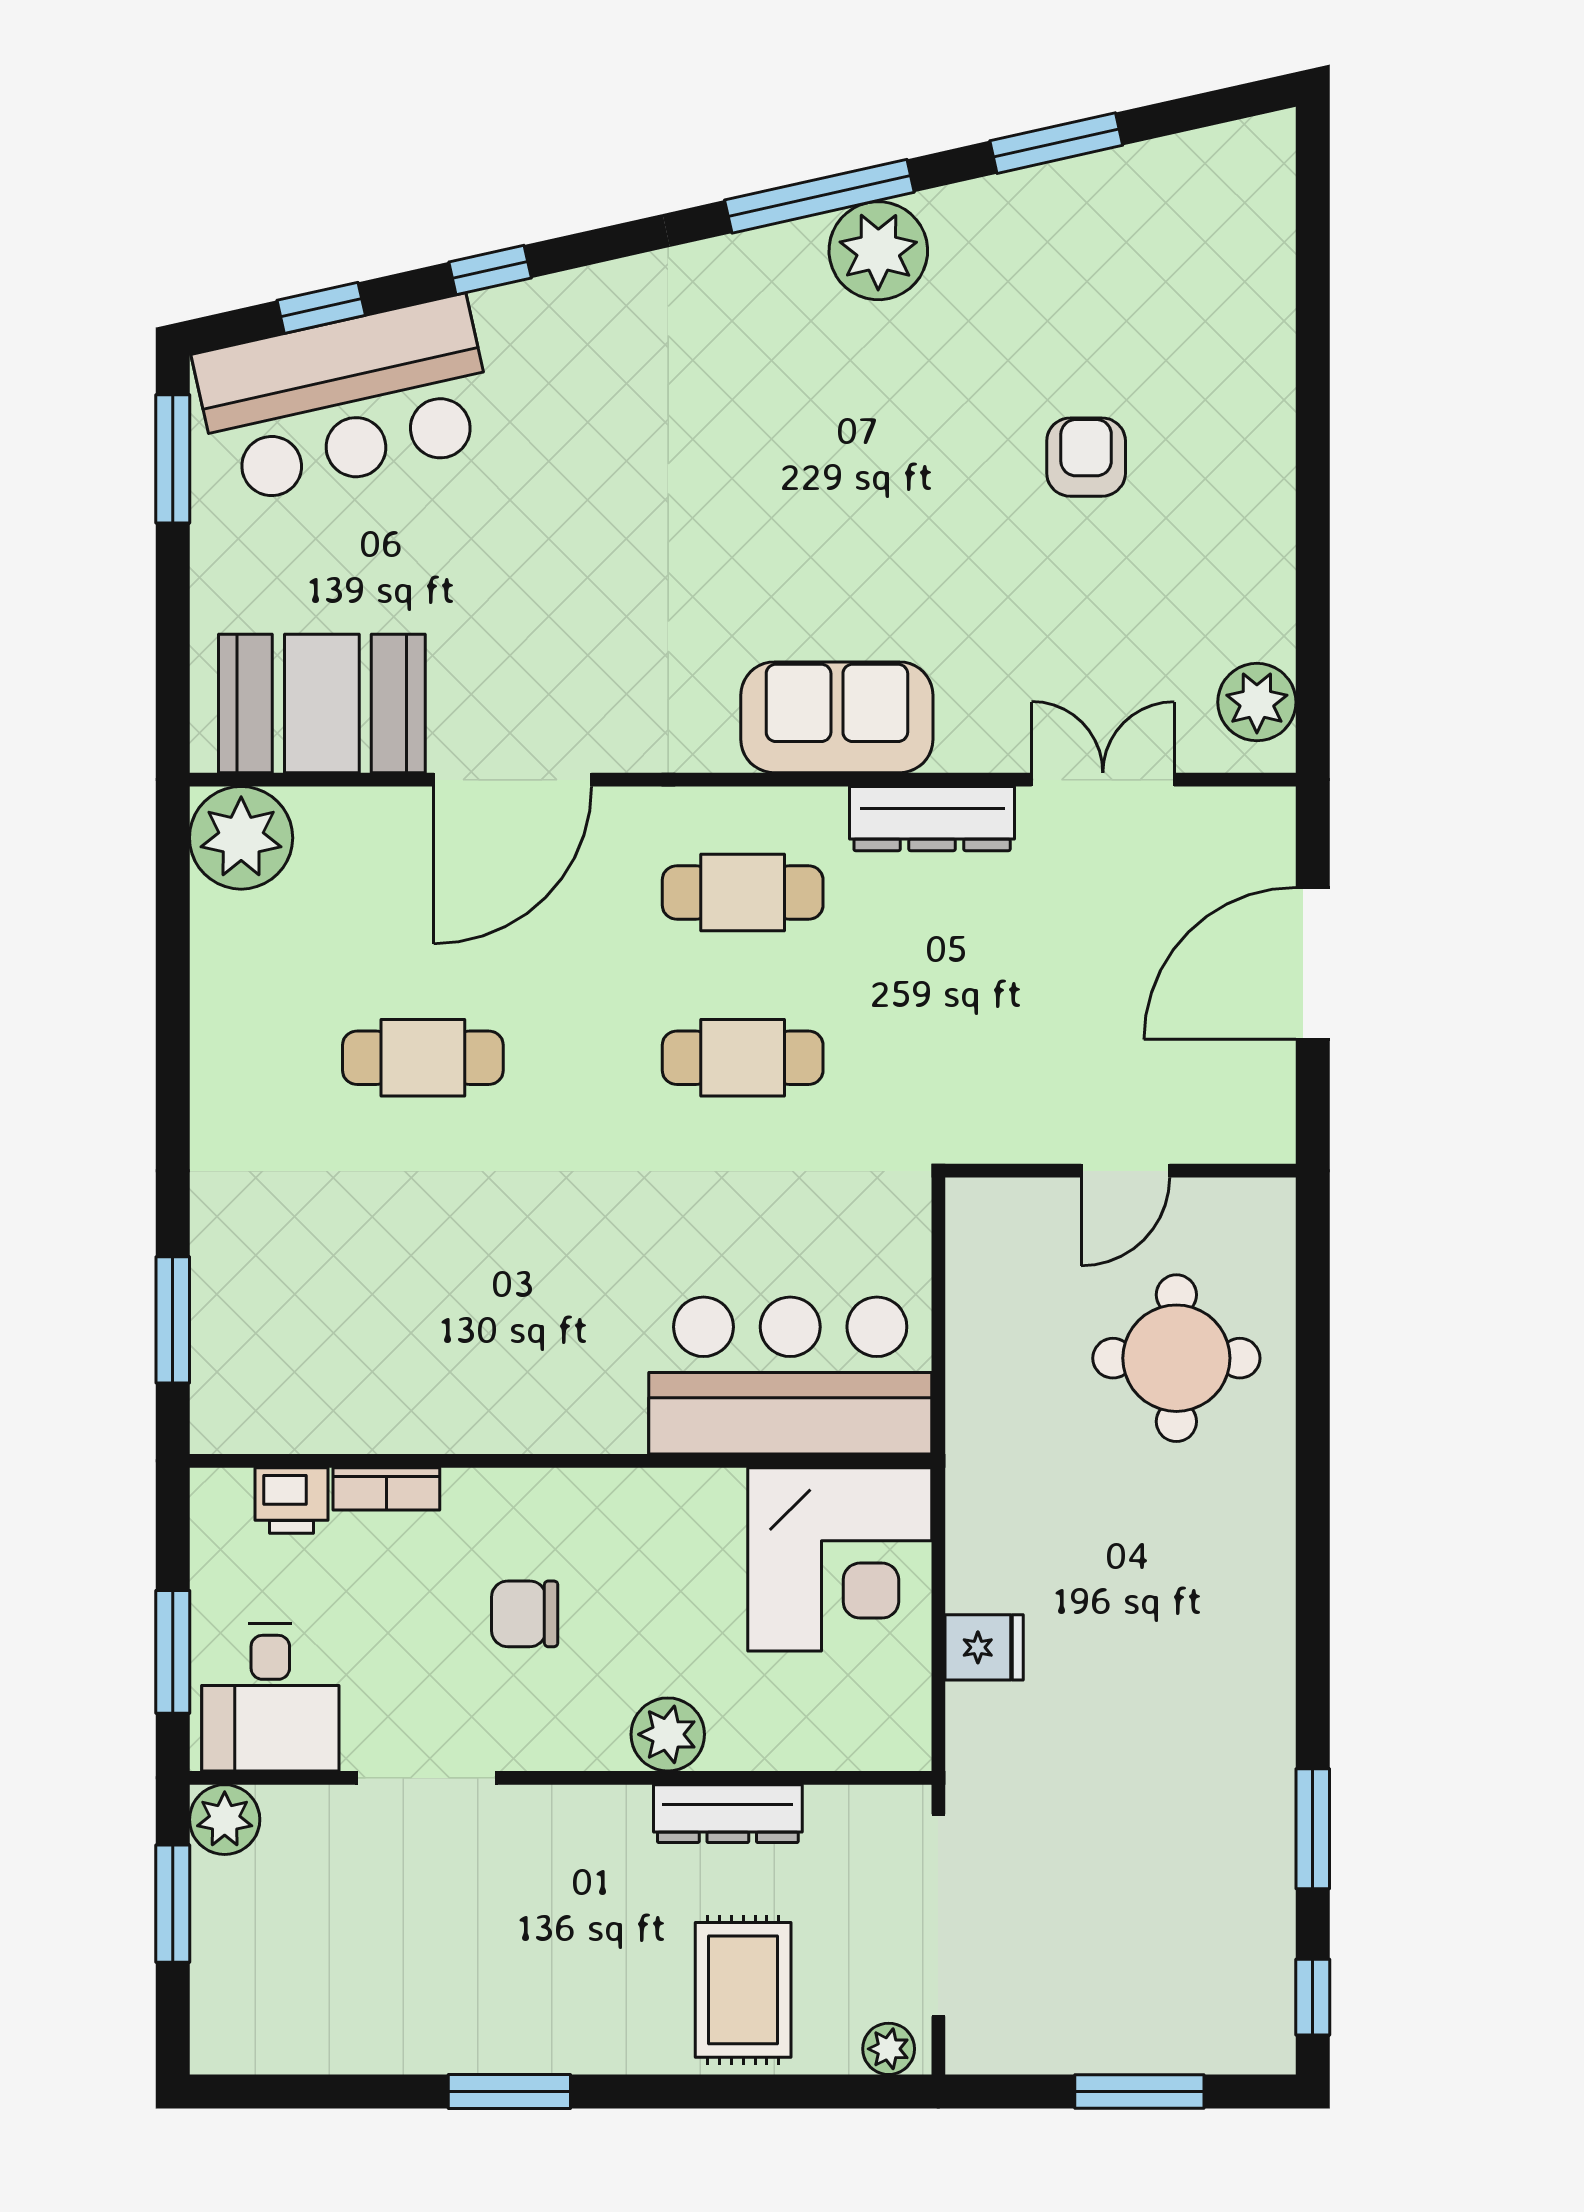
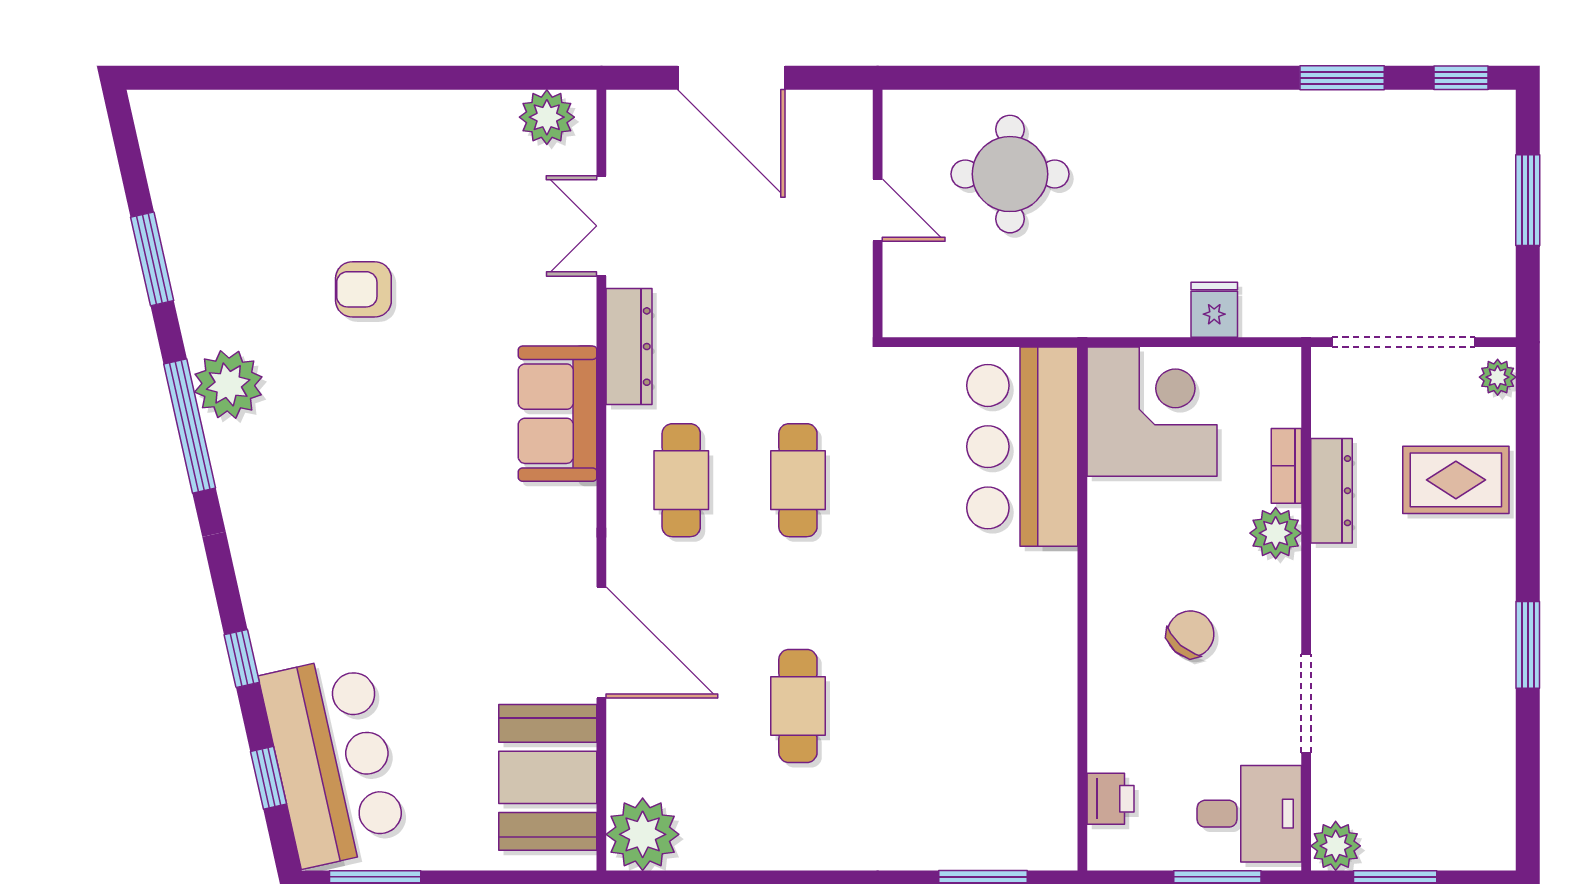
armchair: (1086, 457) -> (363, 289), moved
bookcase: (386, 1489) -> (1286, 466), moved, turned 180
chair: (525, 1614) -> (1190, 634), turned -139

